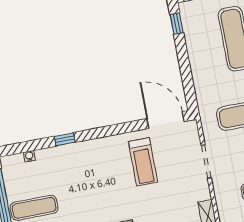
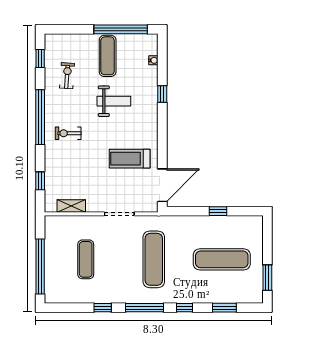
window: (177, 24) -> (218, 211), moved
weight bench: (83, 191) -> (114, 101), added

